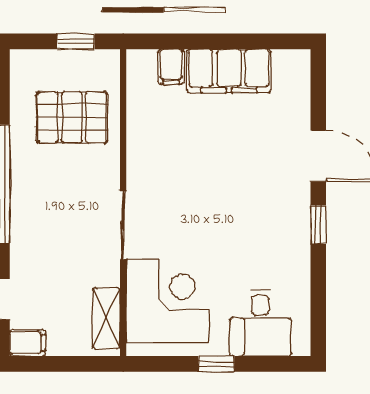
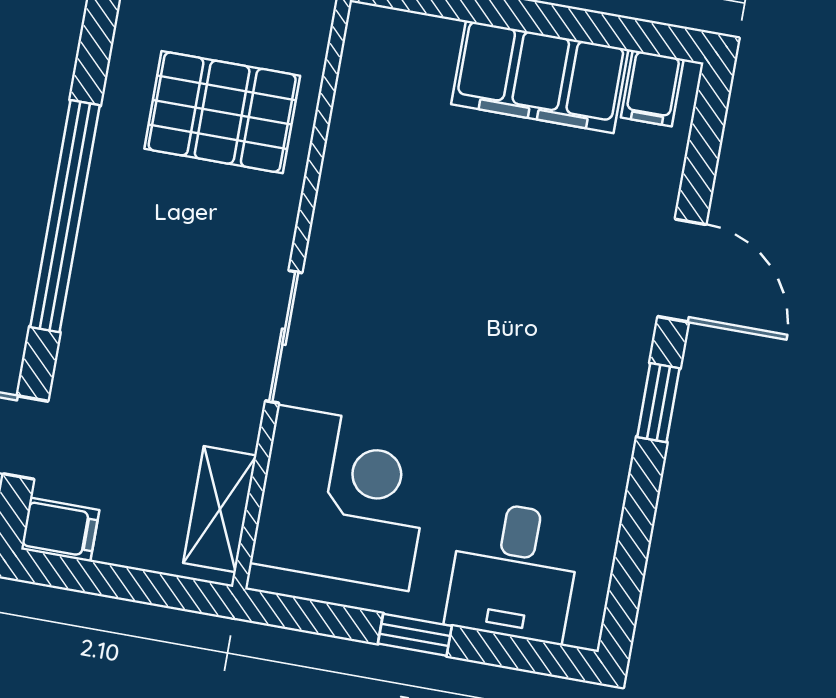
filing cabinet: (171, 67) -> (652, 88), moved

